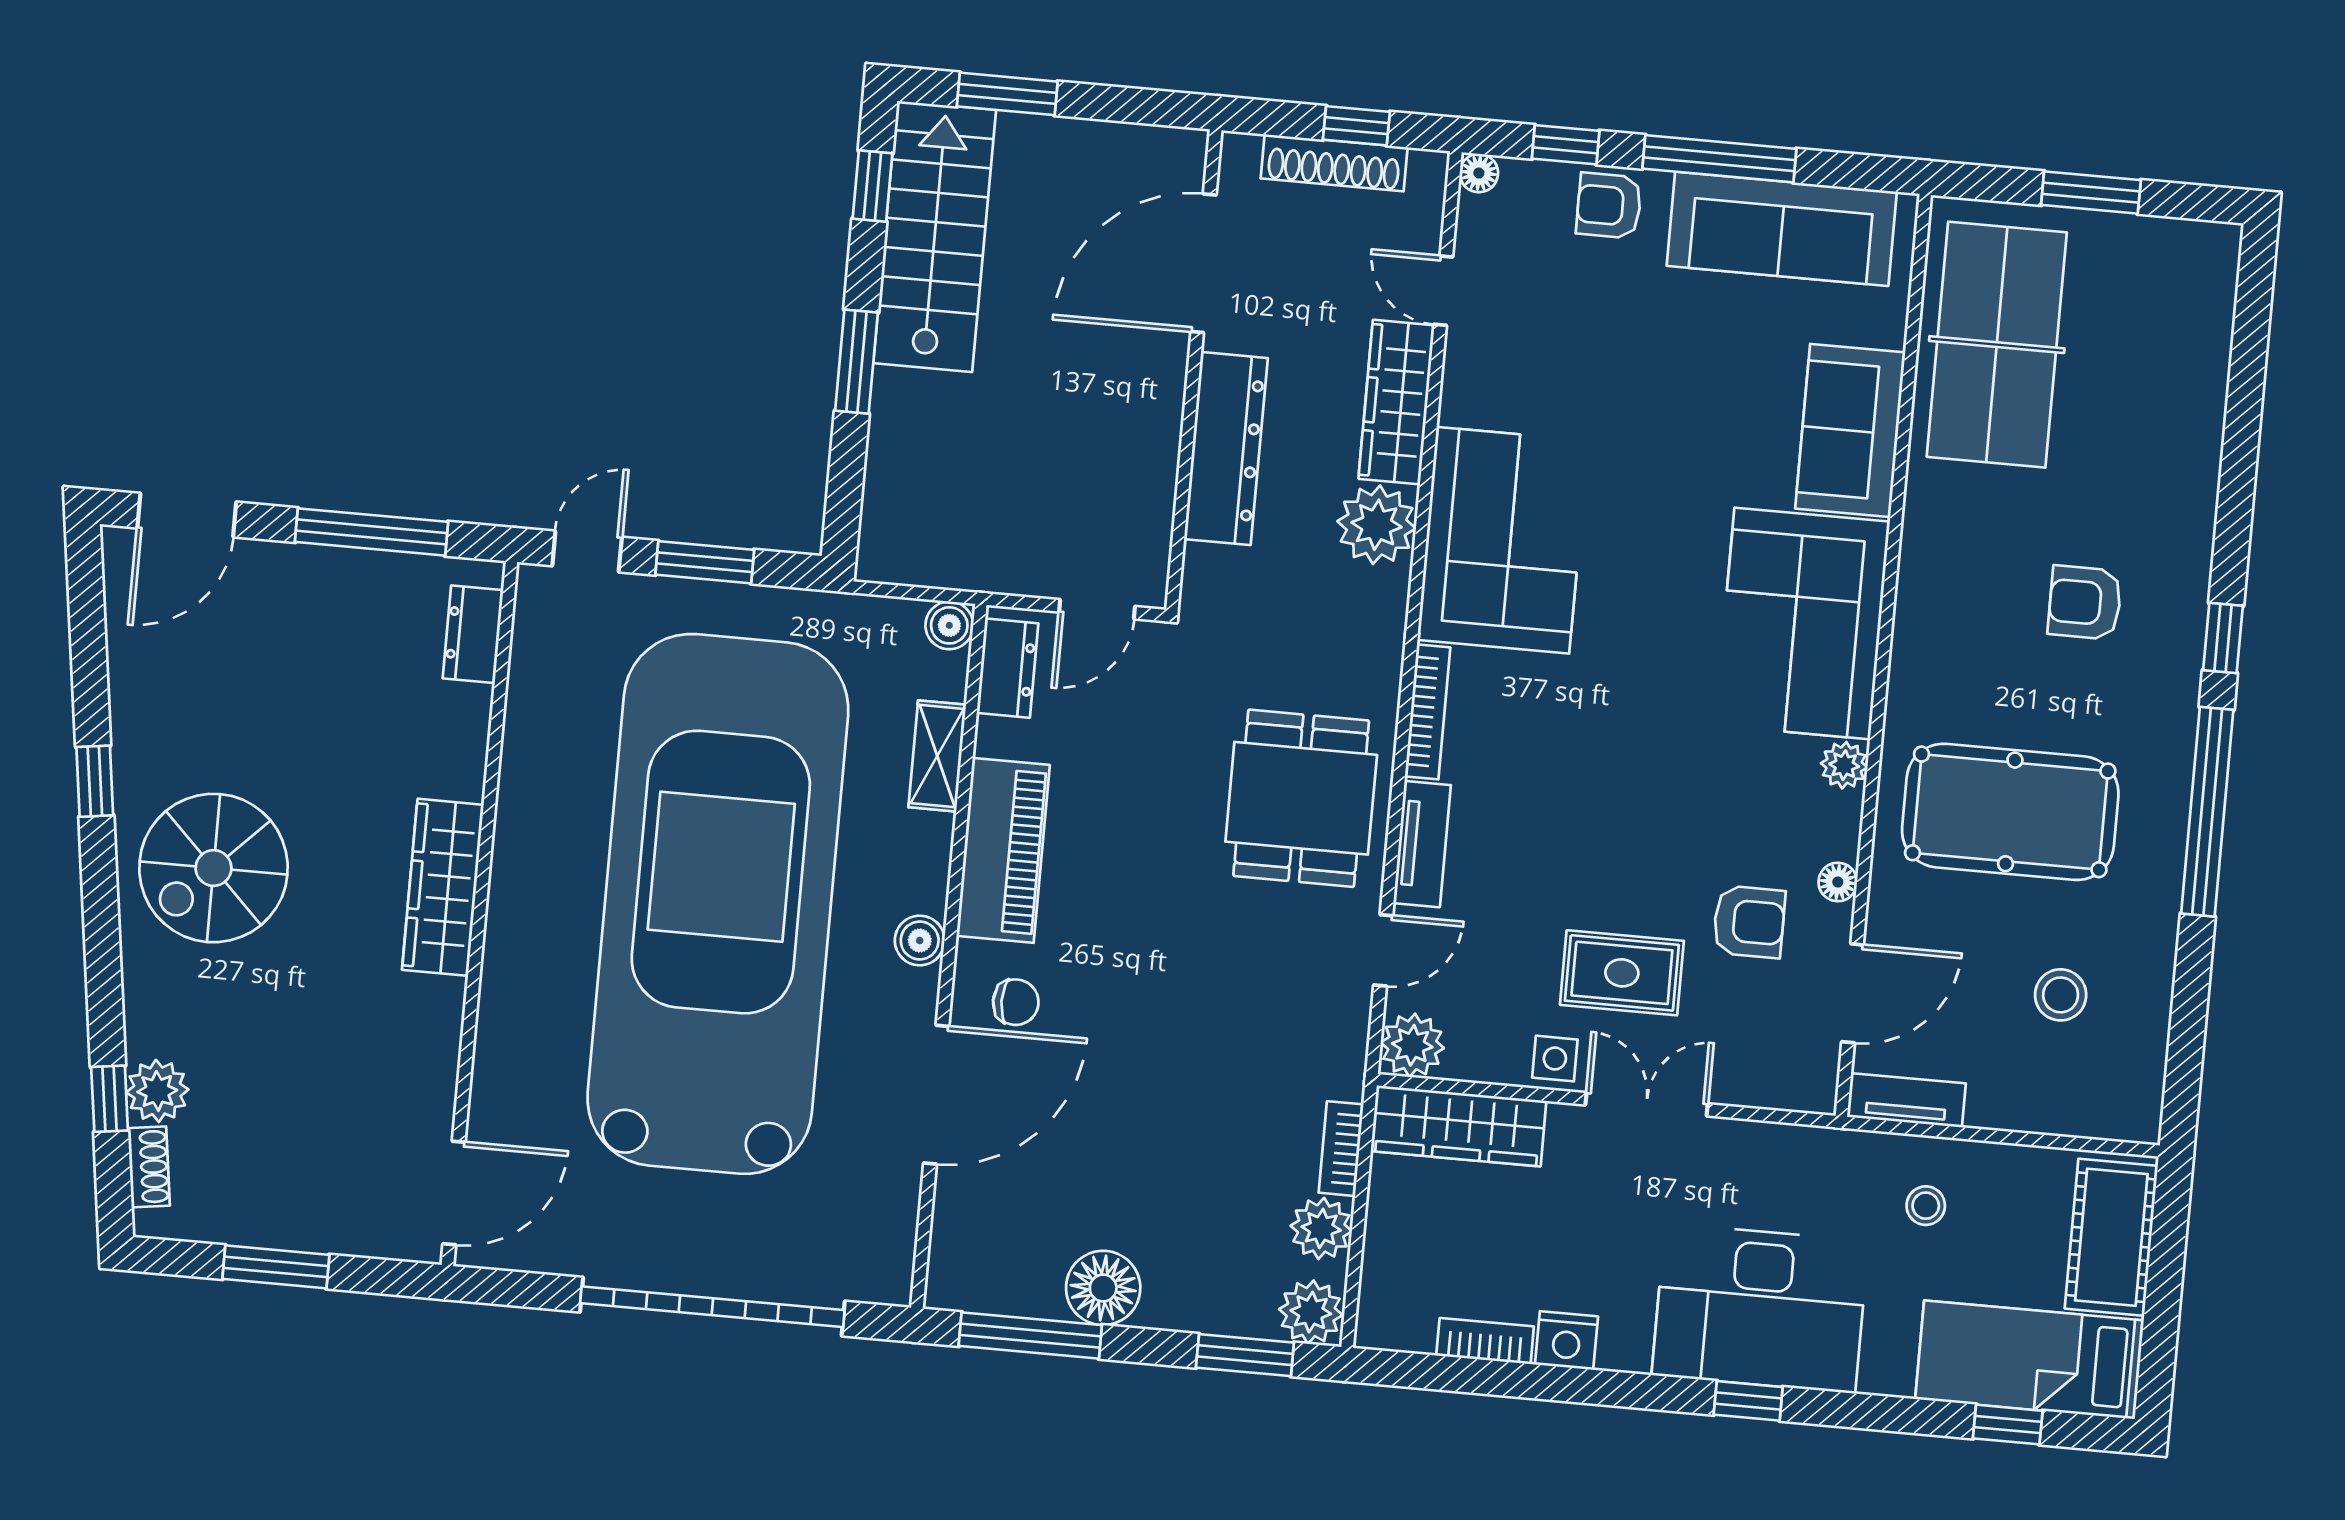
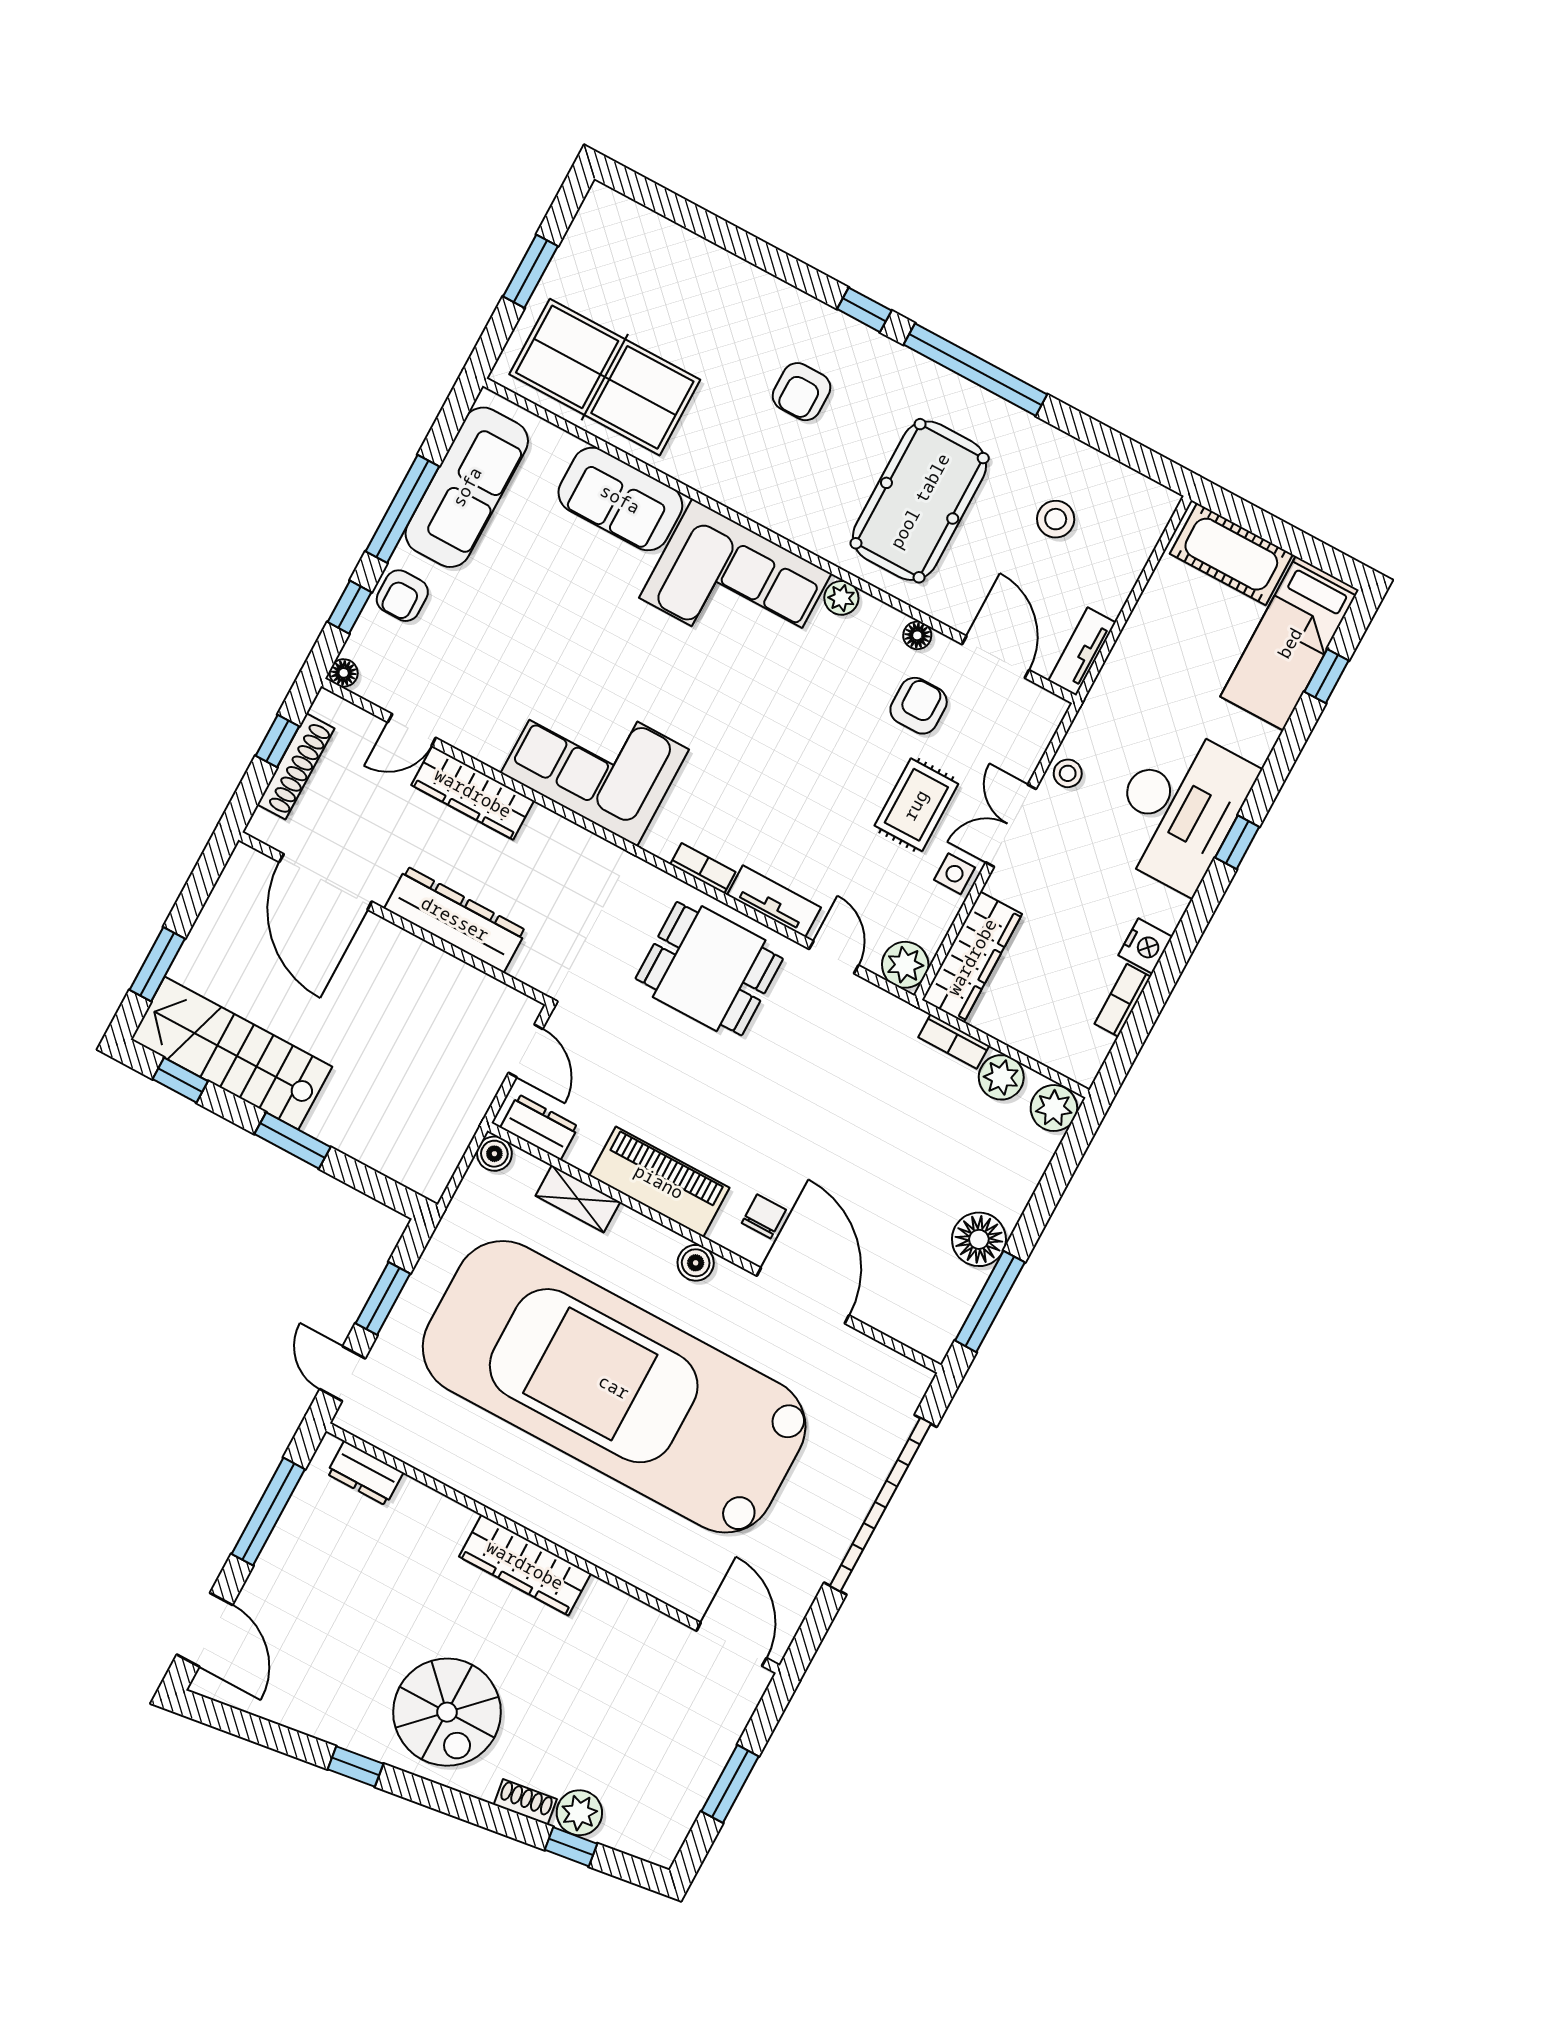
plant: (1377, 525) -> (549, 841), removed
bookcase: (1428, 712) -> (703, 868), width x0.64
shoe rack: (149, 1167) -> (525, 1802), moved
stool: (1926, 1206) -> (1068, 773), moved
window: (1245, 1355) -> (1064, 1164), removed

